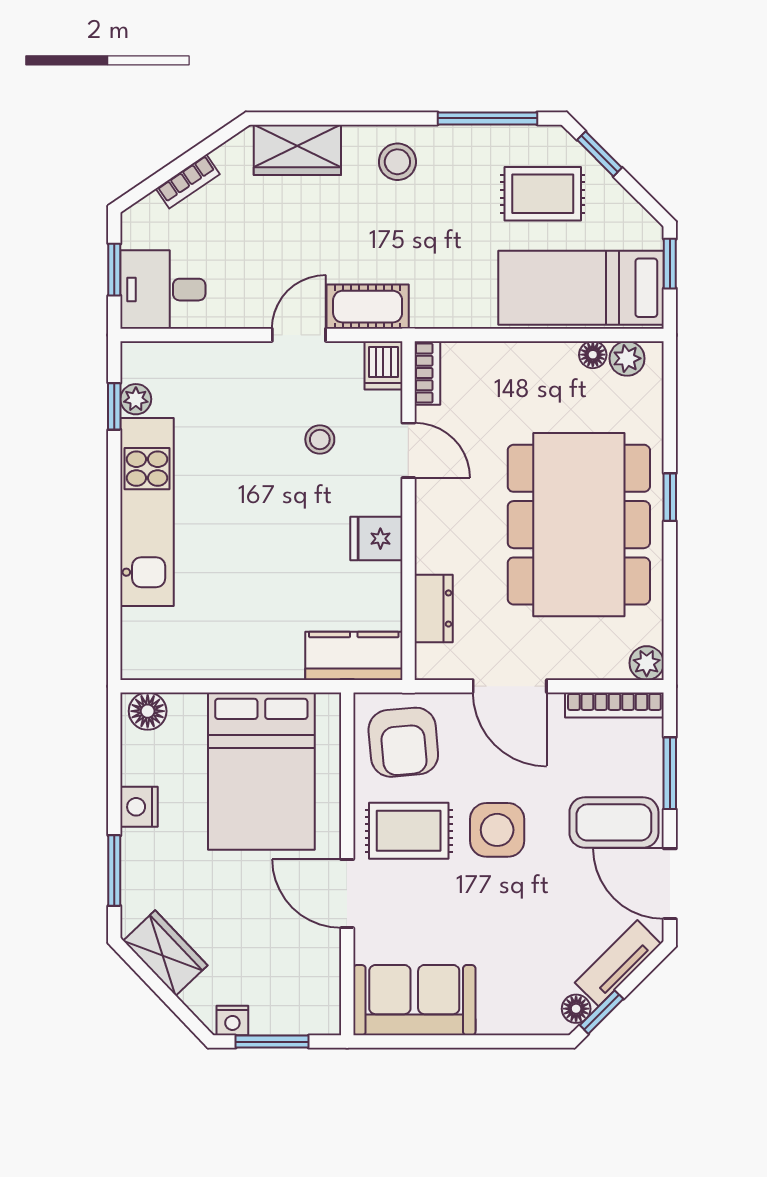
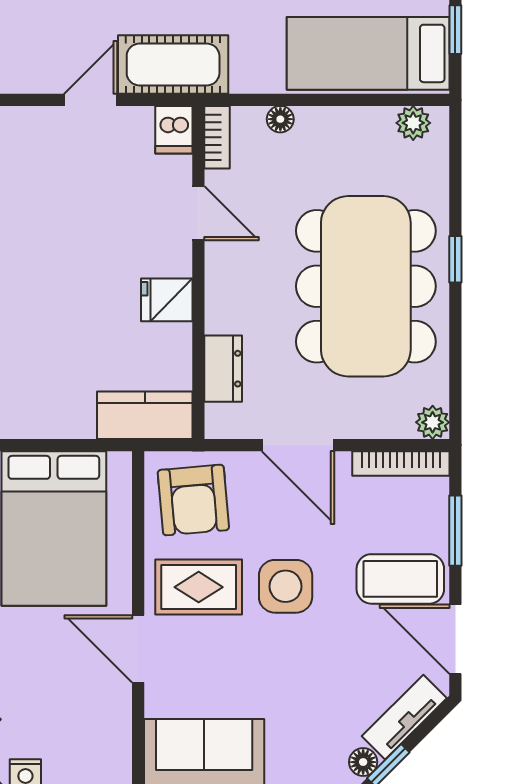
cot: (368, 307) -> (173, 65), width x1.37, depth x1.34
floor lamp: (593, 355) -> (280, 119), moved
stool: (320, 439) -> (111, 203), removed

